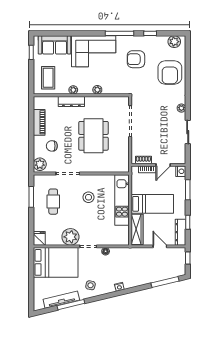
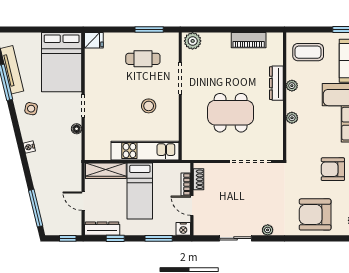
armchair: (136, 59) -> (333, 169), turned -90
chair: (52, 146) -> (217, 57), removed
plant: (70, 237) -> (96, 82), removed
door: (160, 246) -> (83, 201), swing flipped

